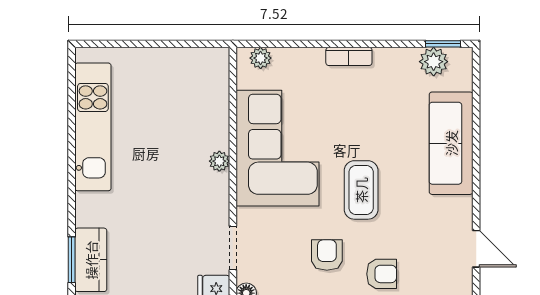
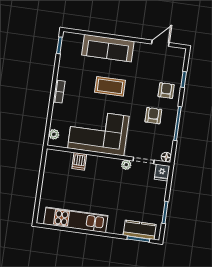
plant: (434, 62) -> (67, 51), removed
dishwasher: (213, 117) -> (79, 161), added
plant: (219, 161) -> (126, 165), moved
coffee table: (361, 190) -> (110, 86), moved
armchair: (327, 255) -> (153, 116), turned 90

